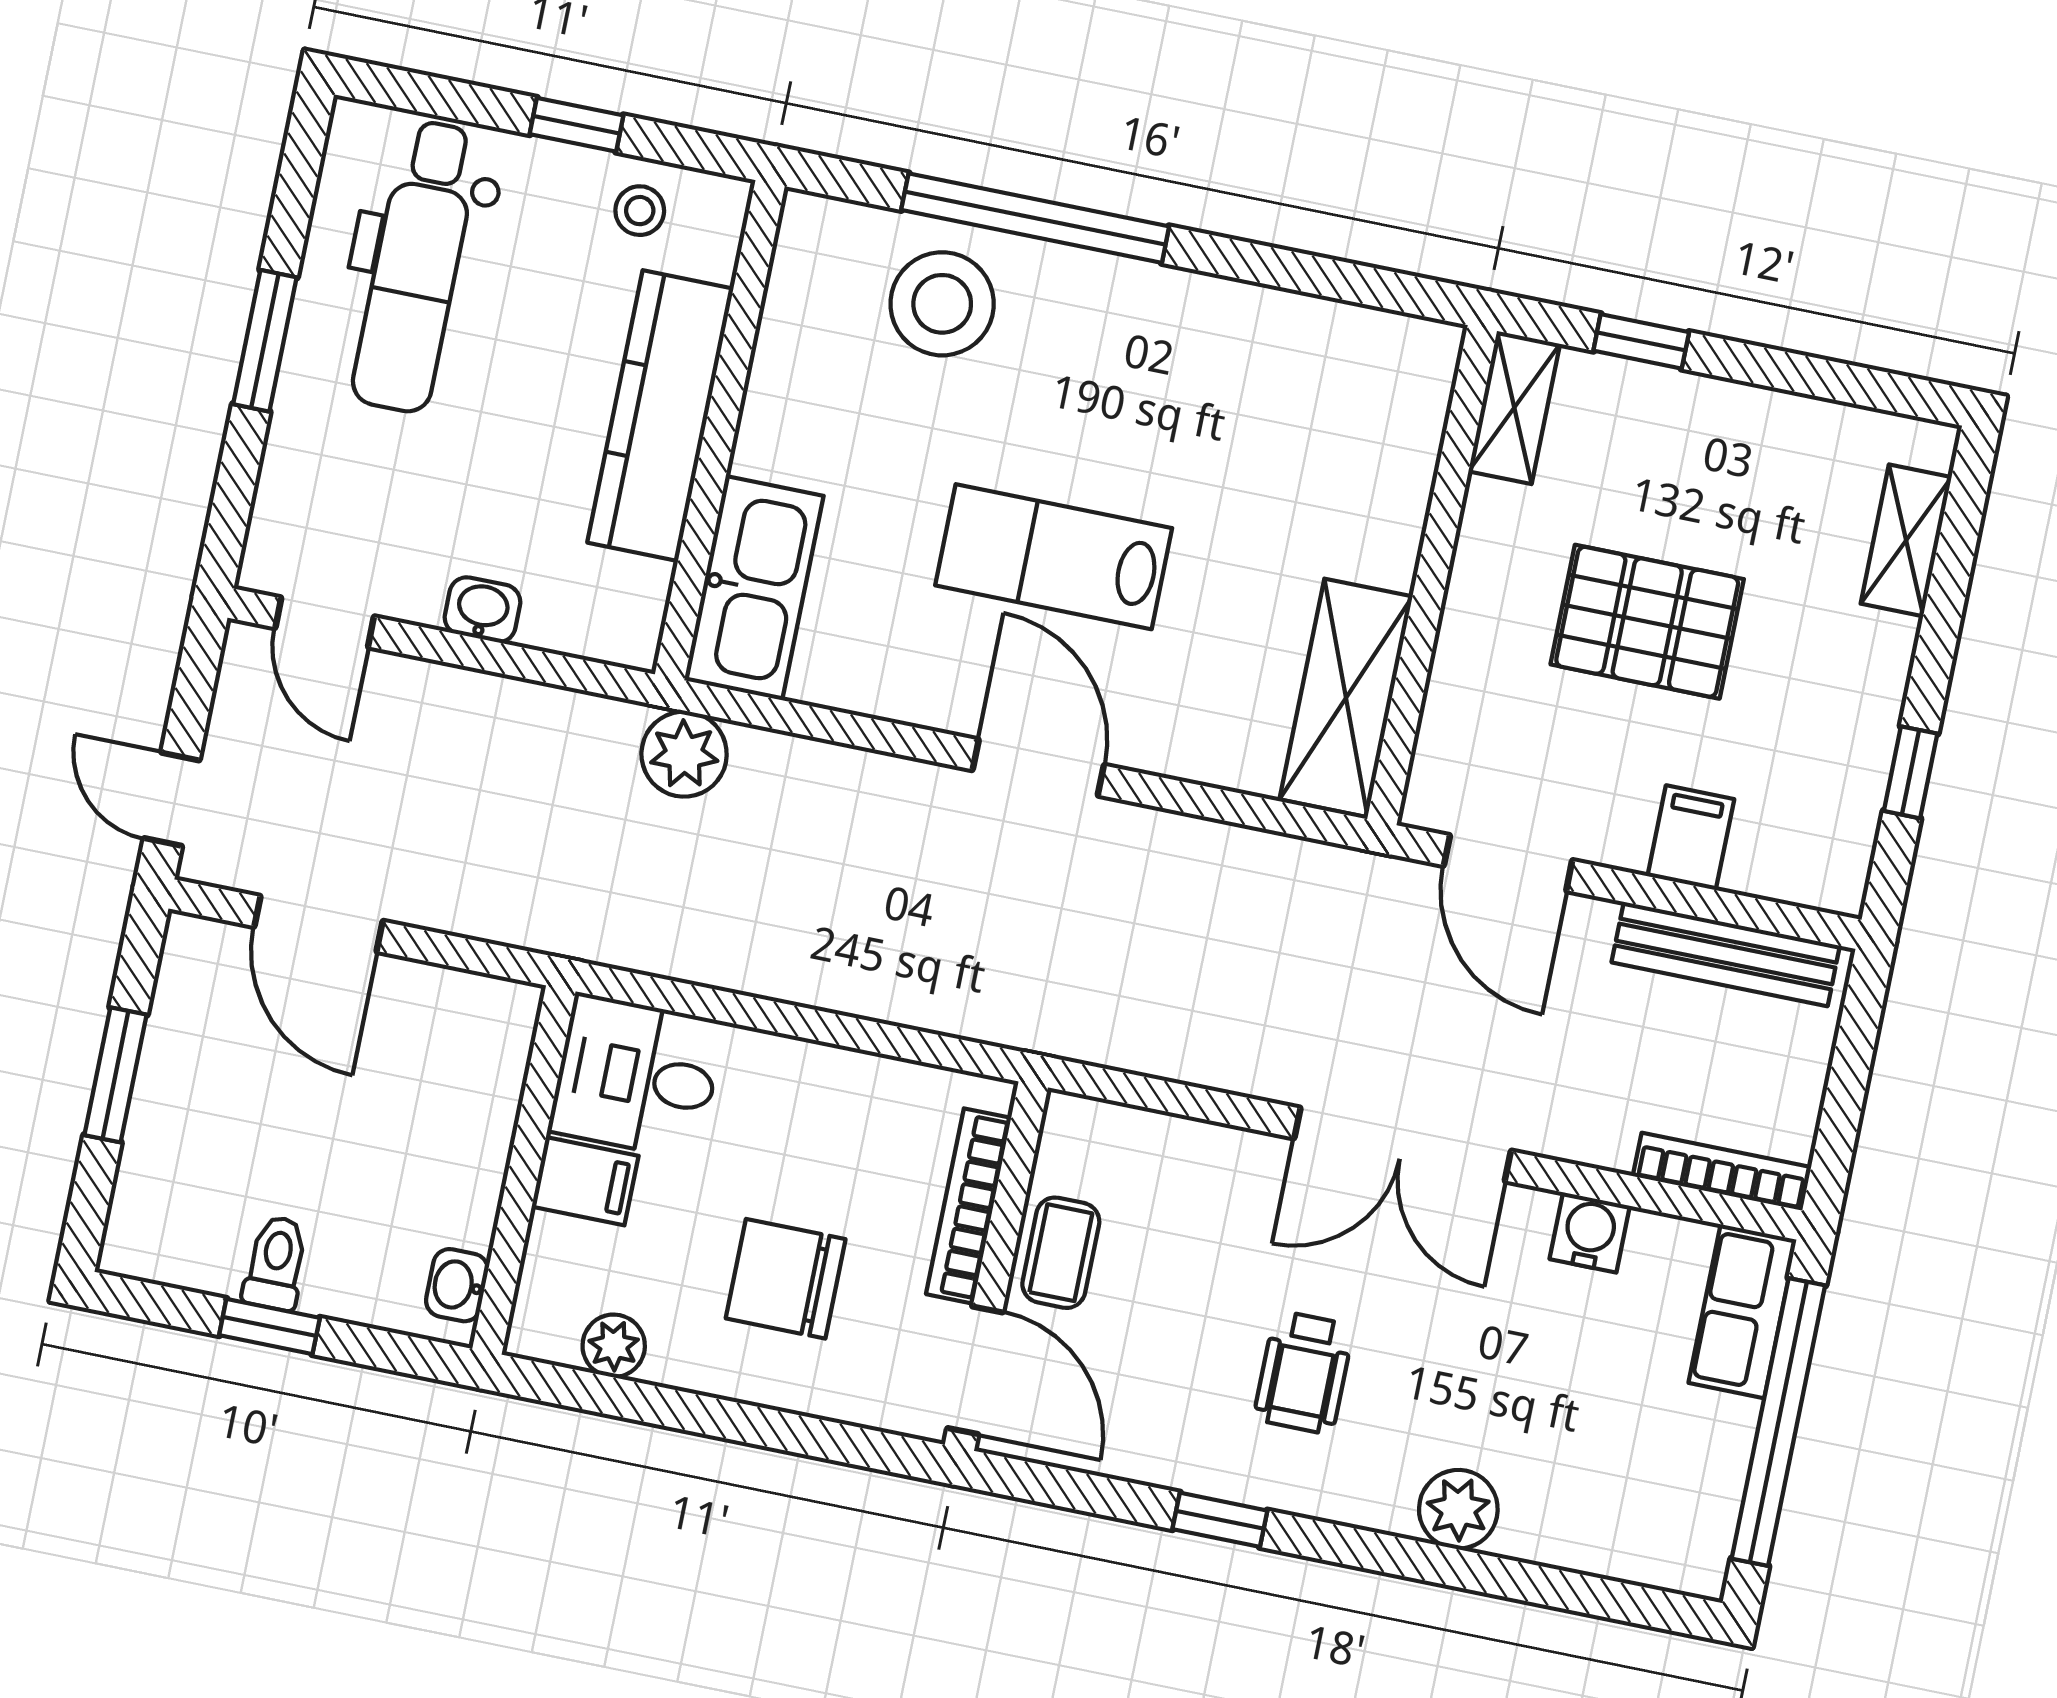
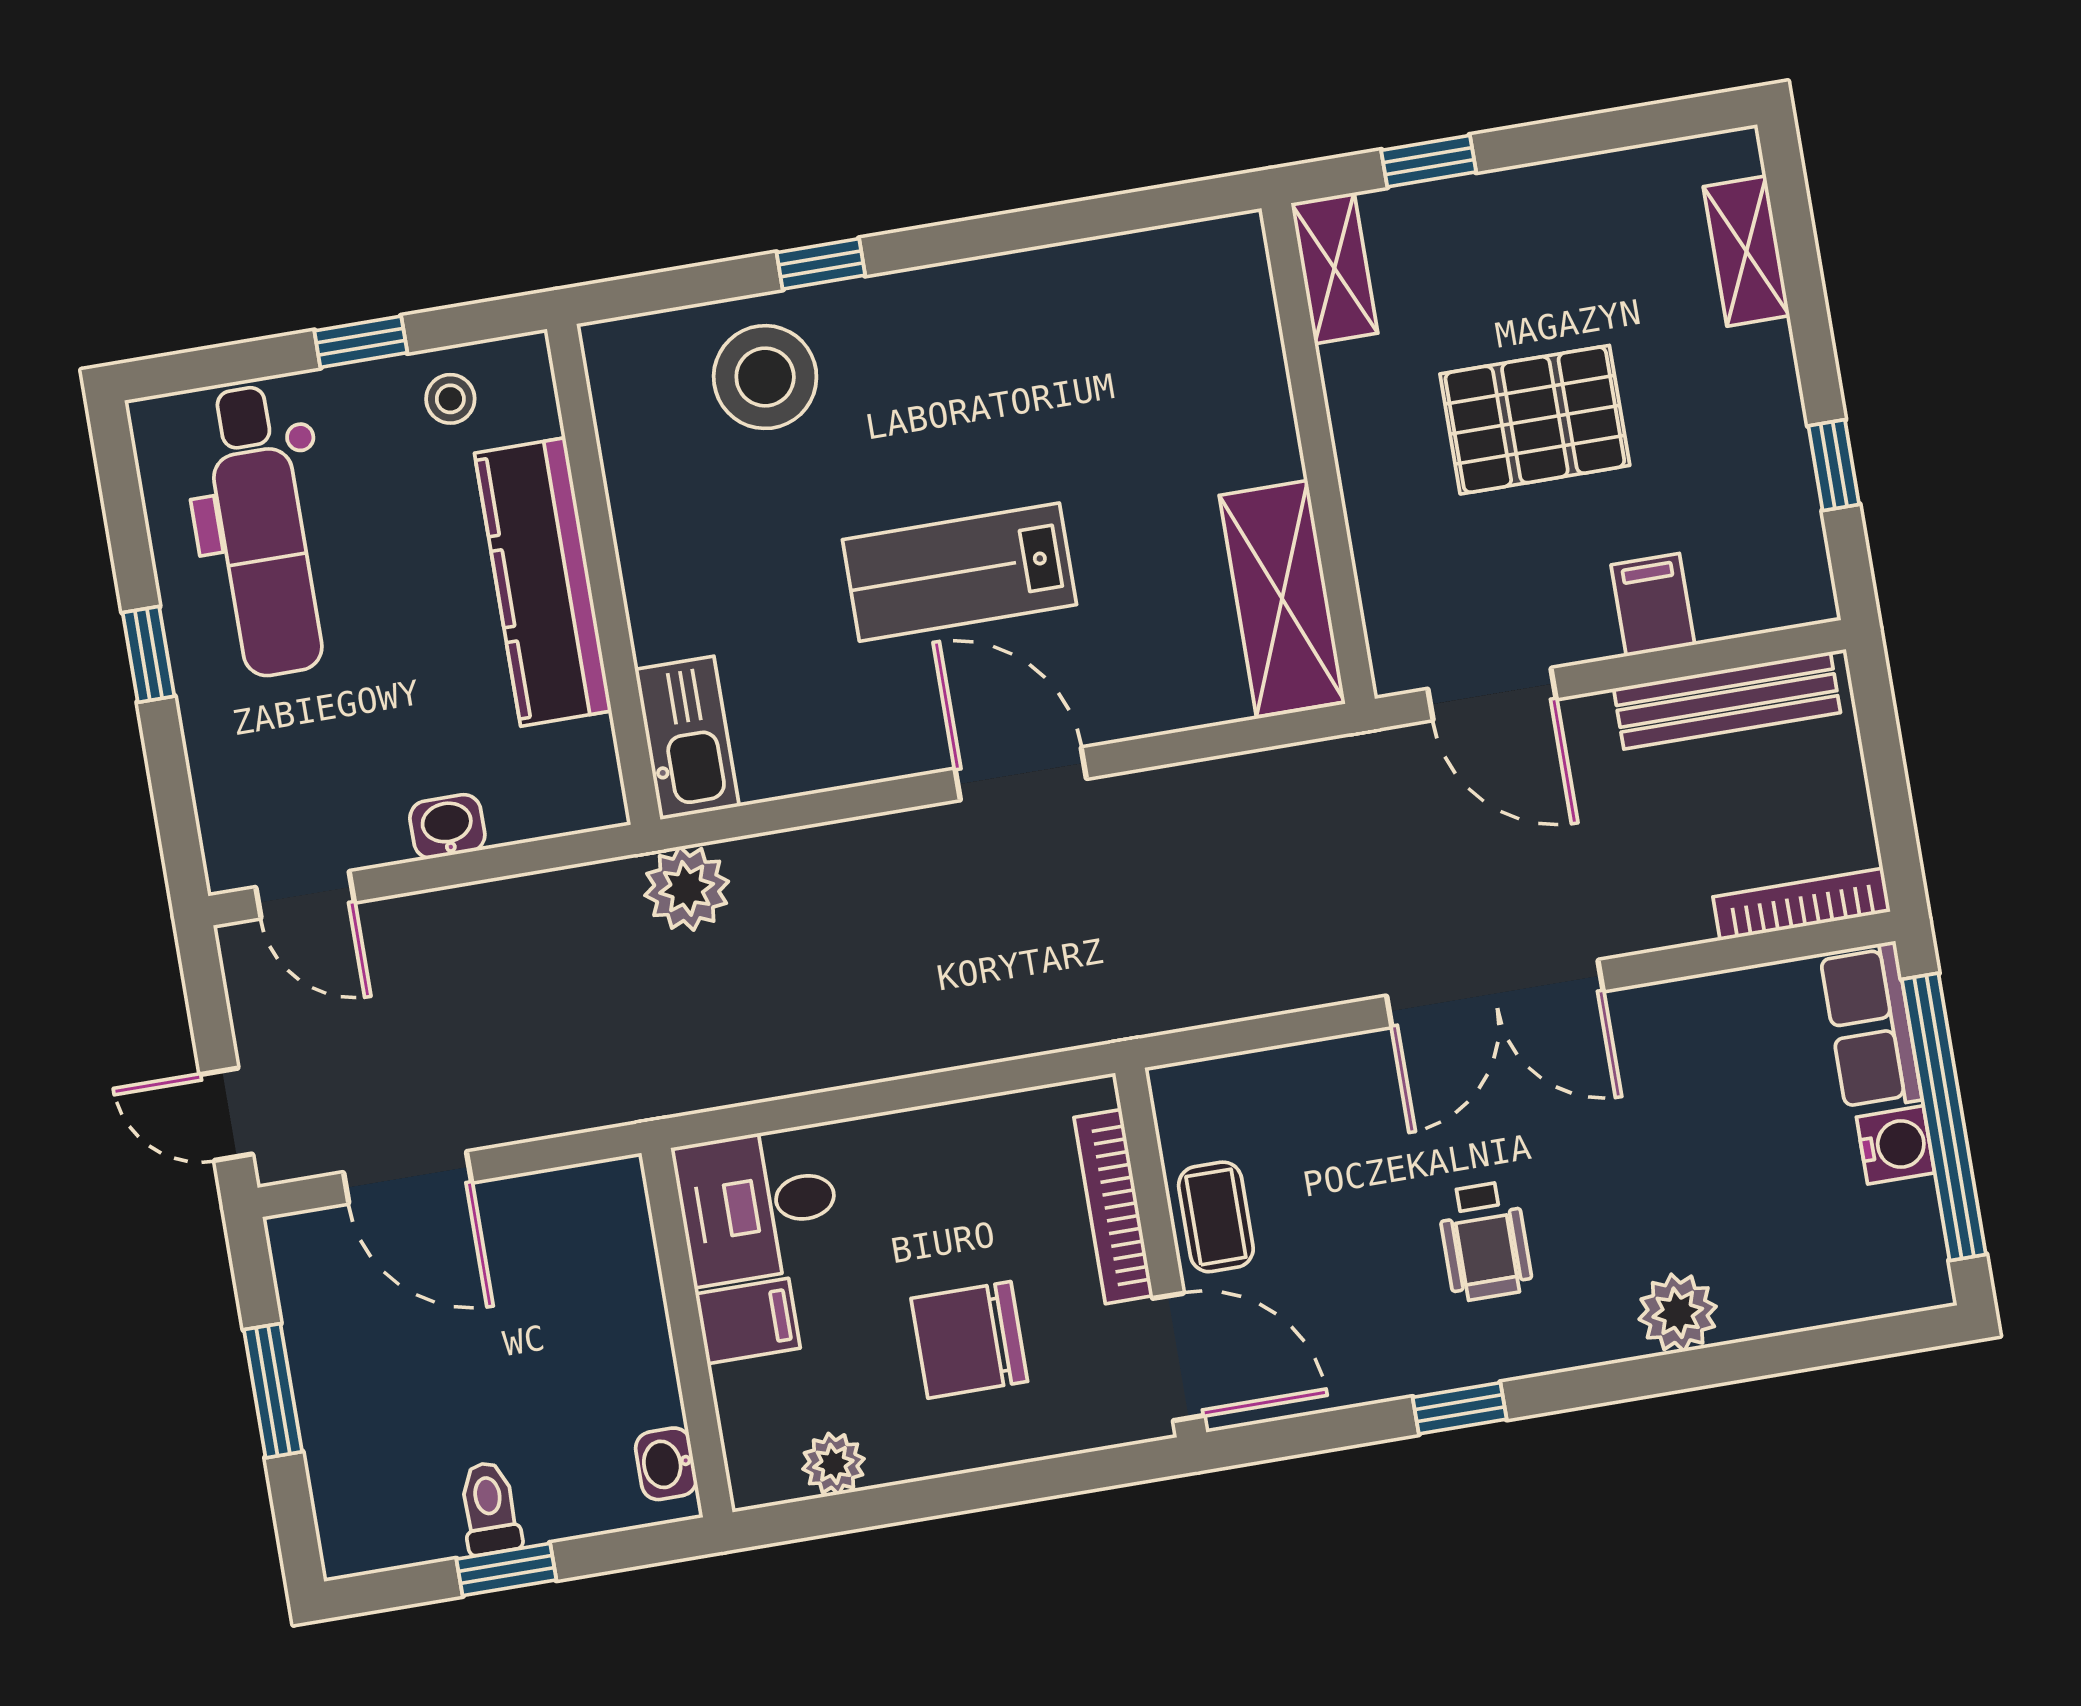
window: (1035, 218) -> (821, 264), width x0.32
window: (265, 341) -> (148, 654), width x0.67
kitchen sink: (754, 588) -> (687, 738), width x0.73, depth x0.81
water cooler: (1590, 1232) -> (1895, 1145), moved, turned 90

